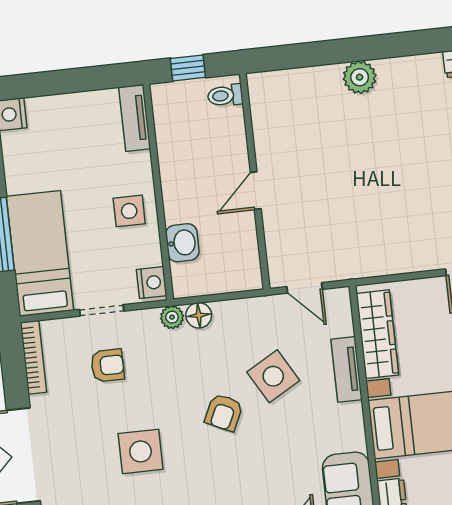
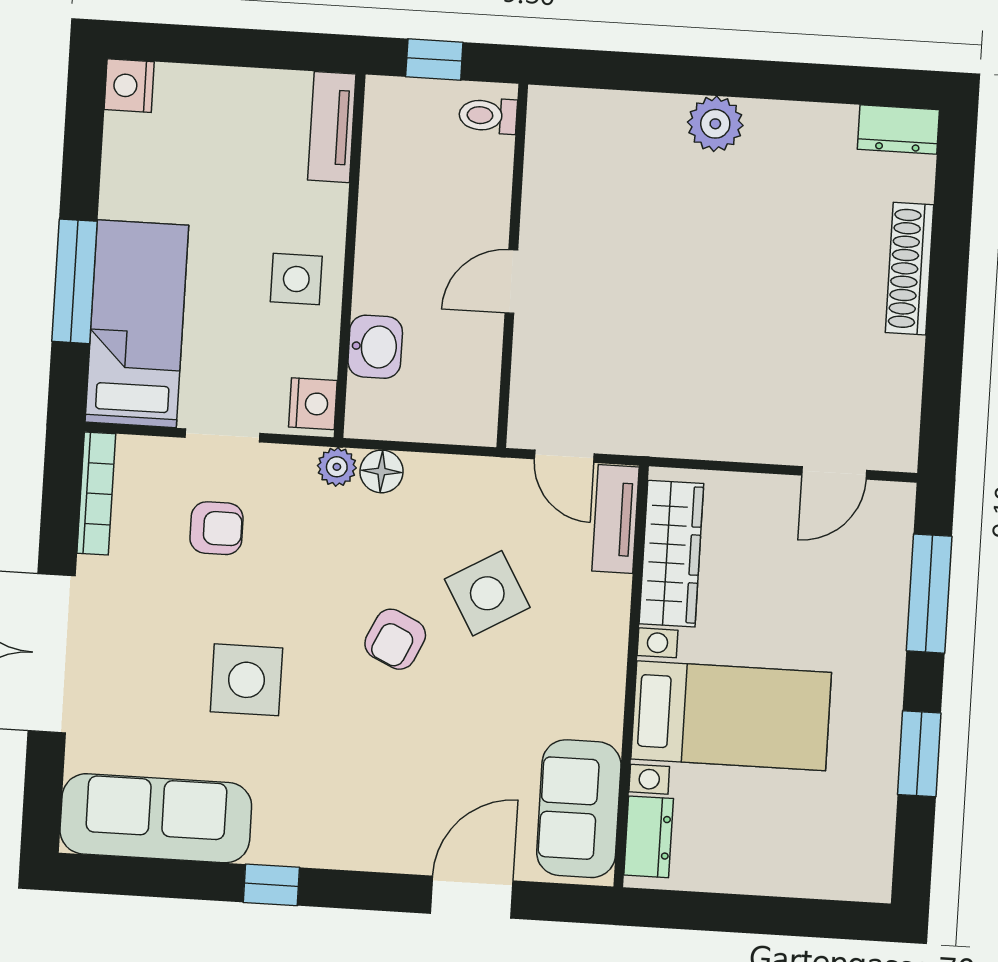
tv unit: (347, 369) -> (616, 519), moved

